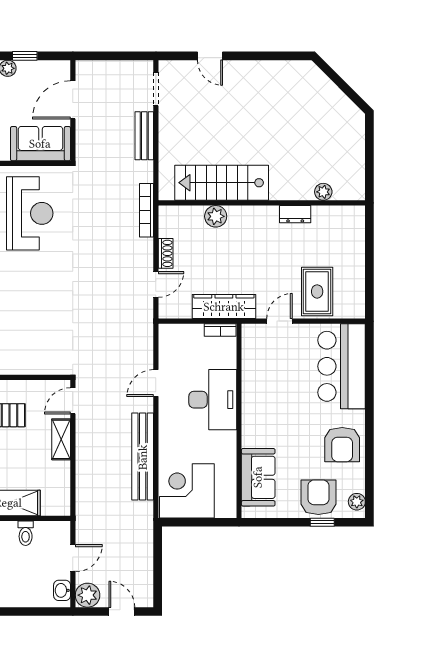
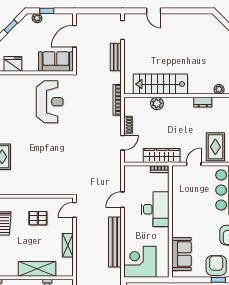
shelving: (61, 439) -> (68, 245), moved

